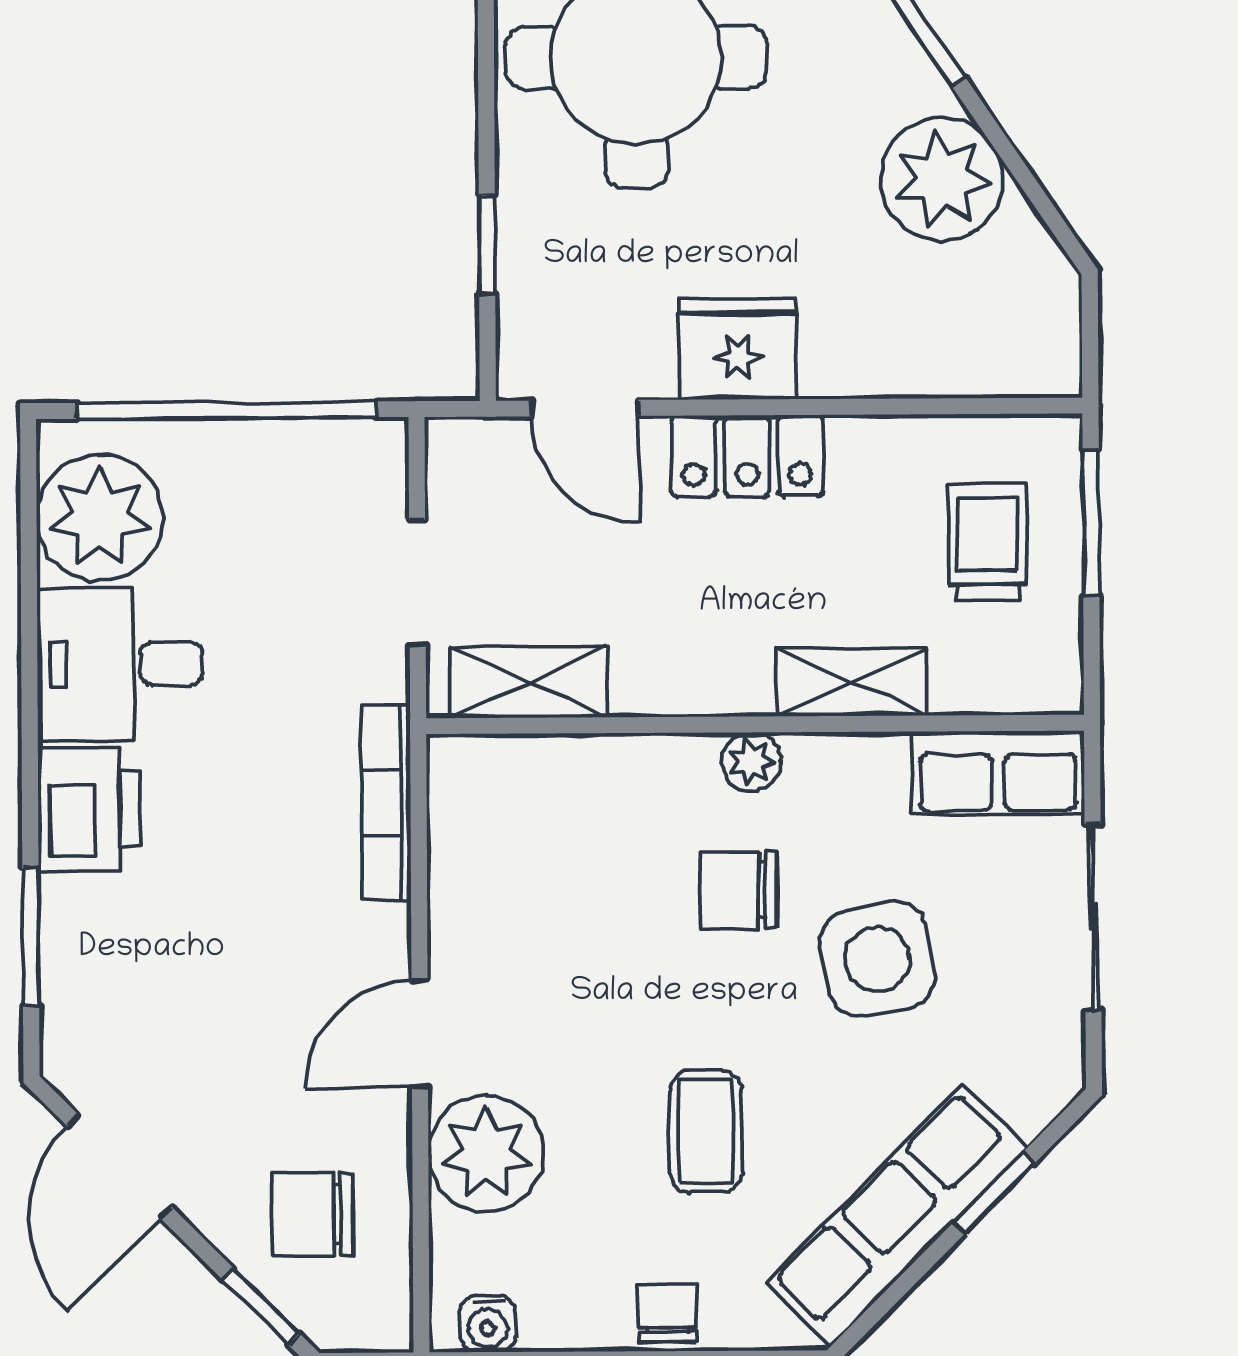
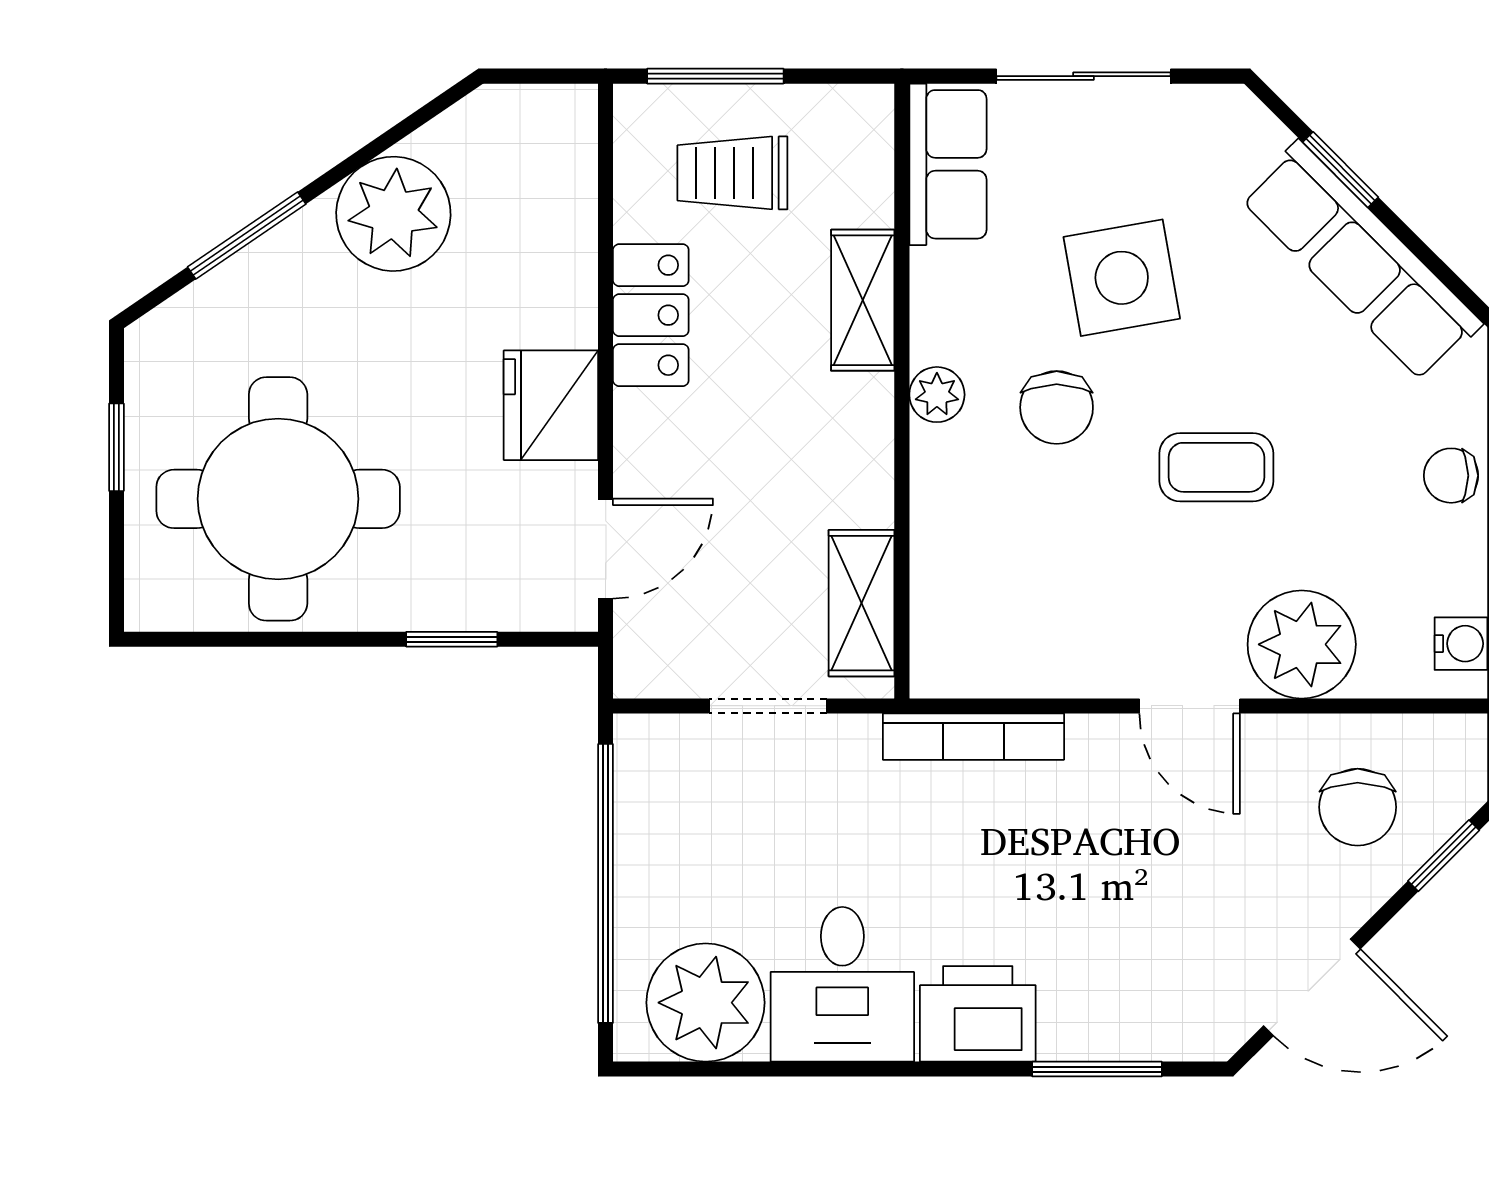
locker: (747, 456) -> (651, 315), moved
coffee table: (706, 1132) -> (1216, 467), moved

